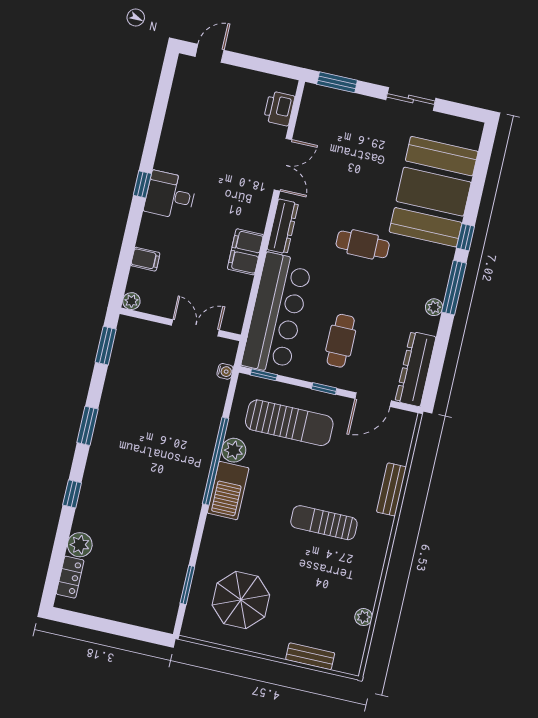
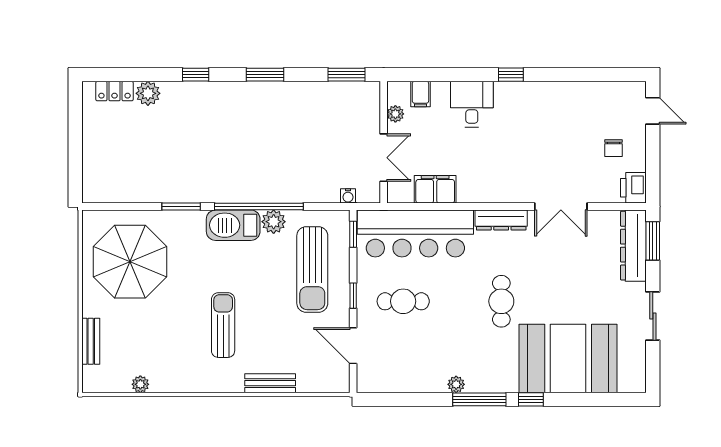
chair: (237, 100) -> (613, 148), added
printer: (279, 108) -> (633, 188), moved, turned -90
desk: (170, 195) -> (472, 104), moved
filing cabinet: (245, 252) -> (435, 189), moved
filing cabinet: (145, 259) -> (420, 94), moved
plant: (131, 301) -> (395, 114), moved
dresser: (416, 369) -> (633, 246), moved, turned -90
window: (187, 585) -> (181, 207), moved
parasol: (241, 600) -> (130, 262), width x1.36, depth x1.36

